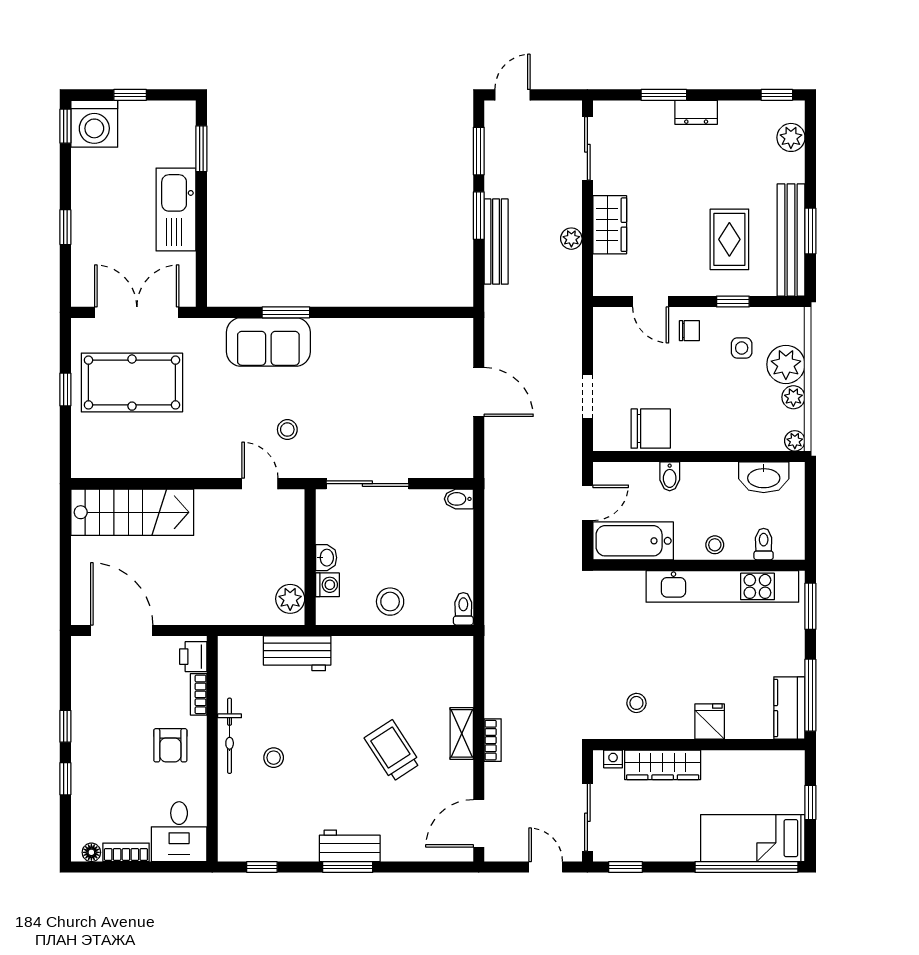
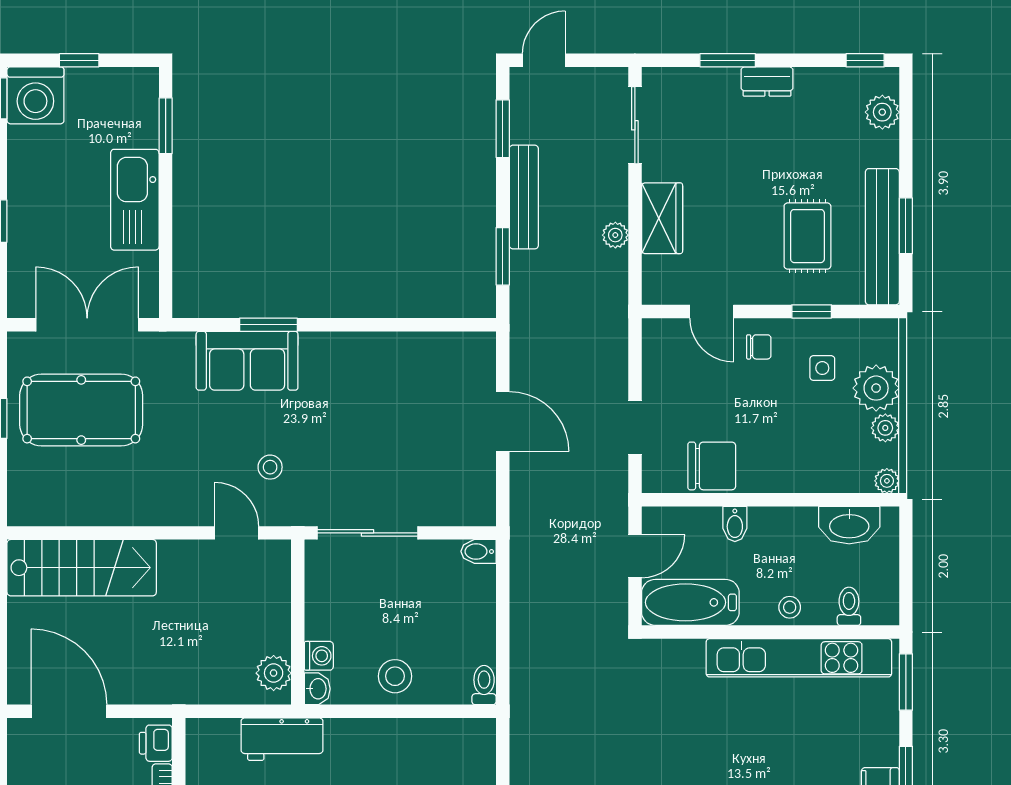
window: (479, 216) -> (503, 256), moved
bench: (496, 242) -> (524, 197), moved
washbasin: (326, 558) -> (317, 689), moved

